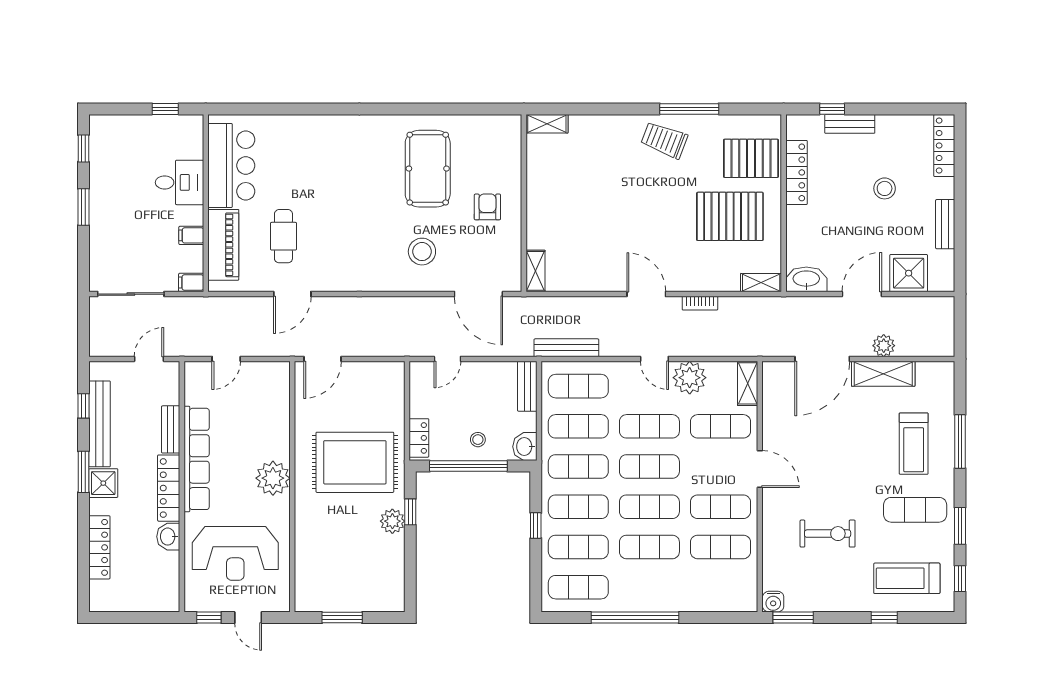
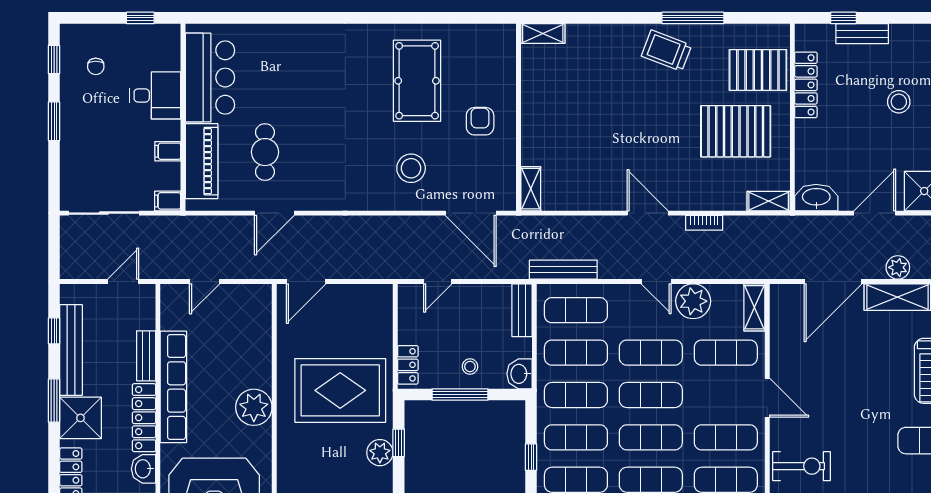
chair: (123, 155) -> (96, 66), added
window: (468, 466) -> (460, 394), width x0.68
shower: (103, 483) -> (81, 418), width x1.36, depth x1.36
exercise bike: (828, 534) -> (801, 466), moved

